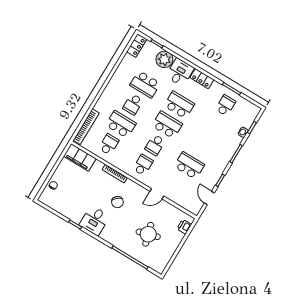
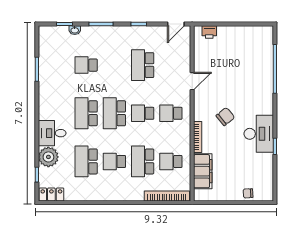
locker: (202, 79) -> (45, 106), removed
school desk: (145, 84) -> (86, 161), turned 180
school desk: (133, 104) -> (114, 161), turned 180
school desk: (225, 105) -> (86, 65), moved
school desk: (155, 145) -> (143, 113), turned 180
filing cabinet: (80, 158) -> (203, 171), moved
door: (157, 194) -> (192, 81), hinge flipped
door: (209, 198) -> (176, 24), moved
desk: (94, 221) -> (259, 134), width x1.37
round table: (148, 234) -> (239, 65), removed

